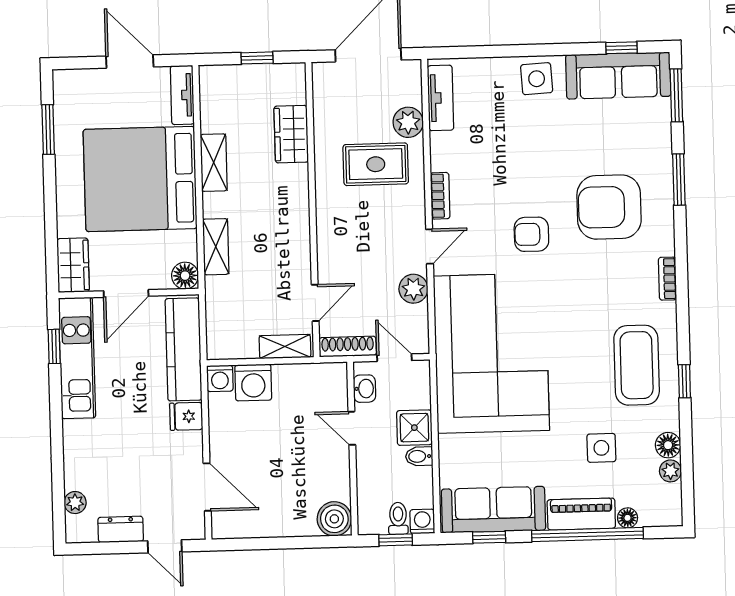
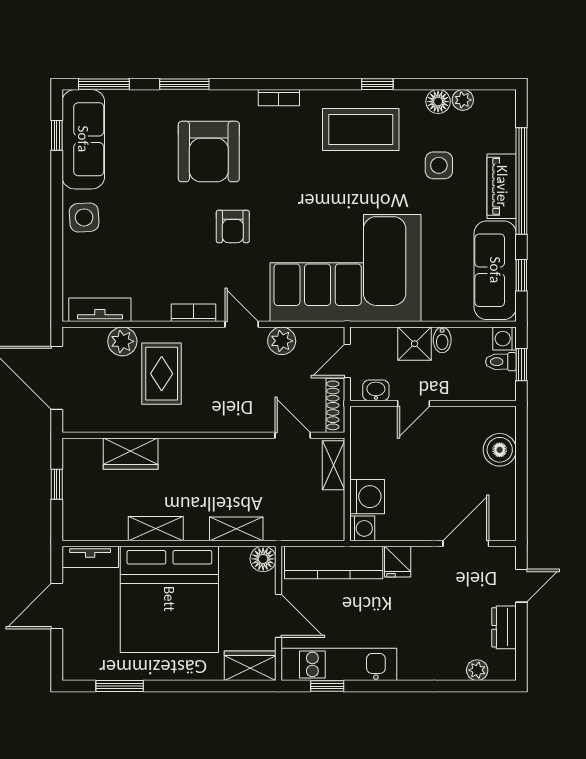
floor lamp: (628, 518) -> (507, 142), removed
boiler: (334, 519) -> (500, 450), moved

